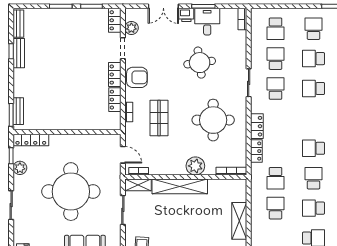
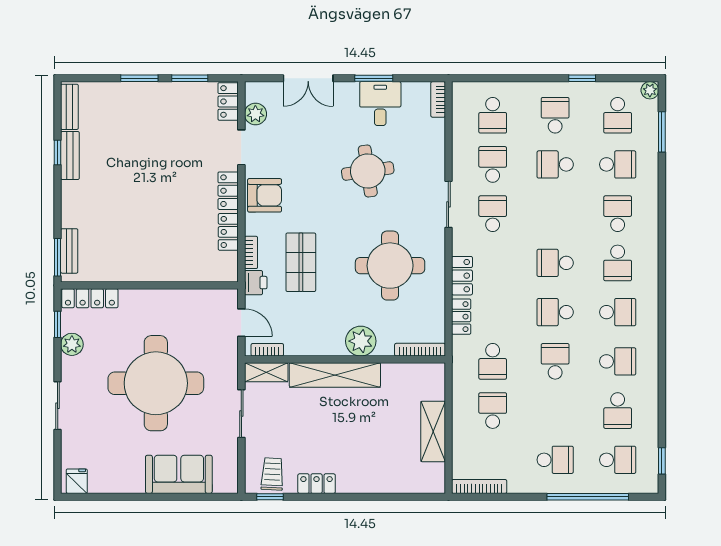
printer: (186, 15) -> (256, 283), moved, turned -90
school desk: (313, 89) -> (555, 263), moved
school desk: (313, 208) -> (555, 411), removed

